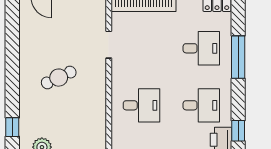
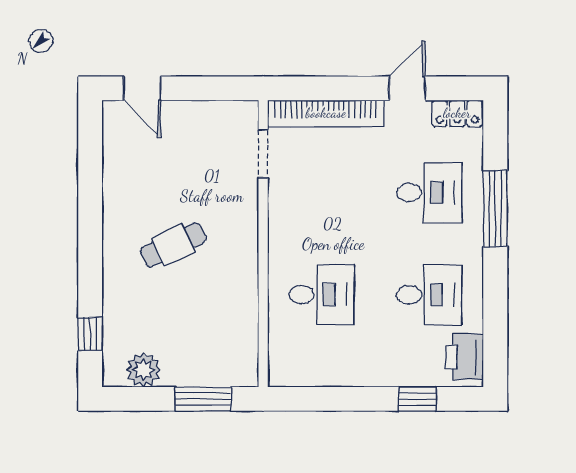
doorway: (109, 45) -> (263, 154), moved
window: (238, 131) -> (495, 340), removed

